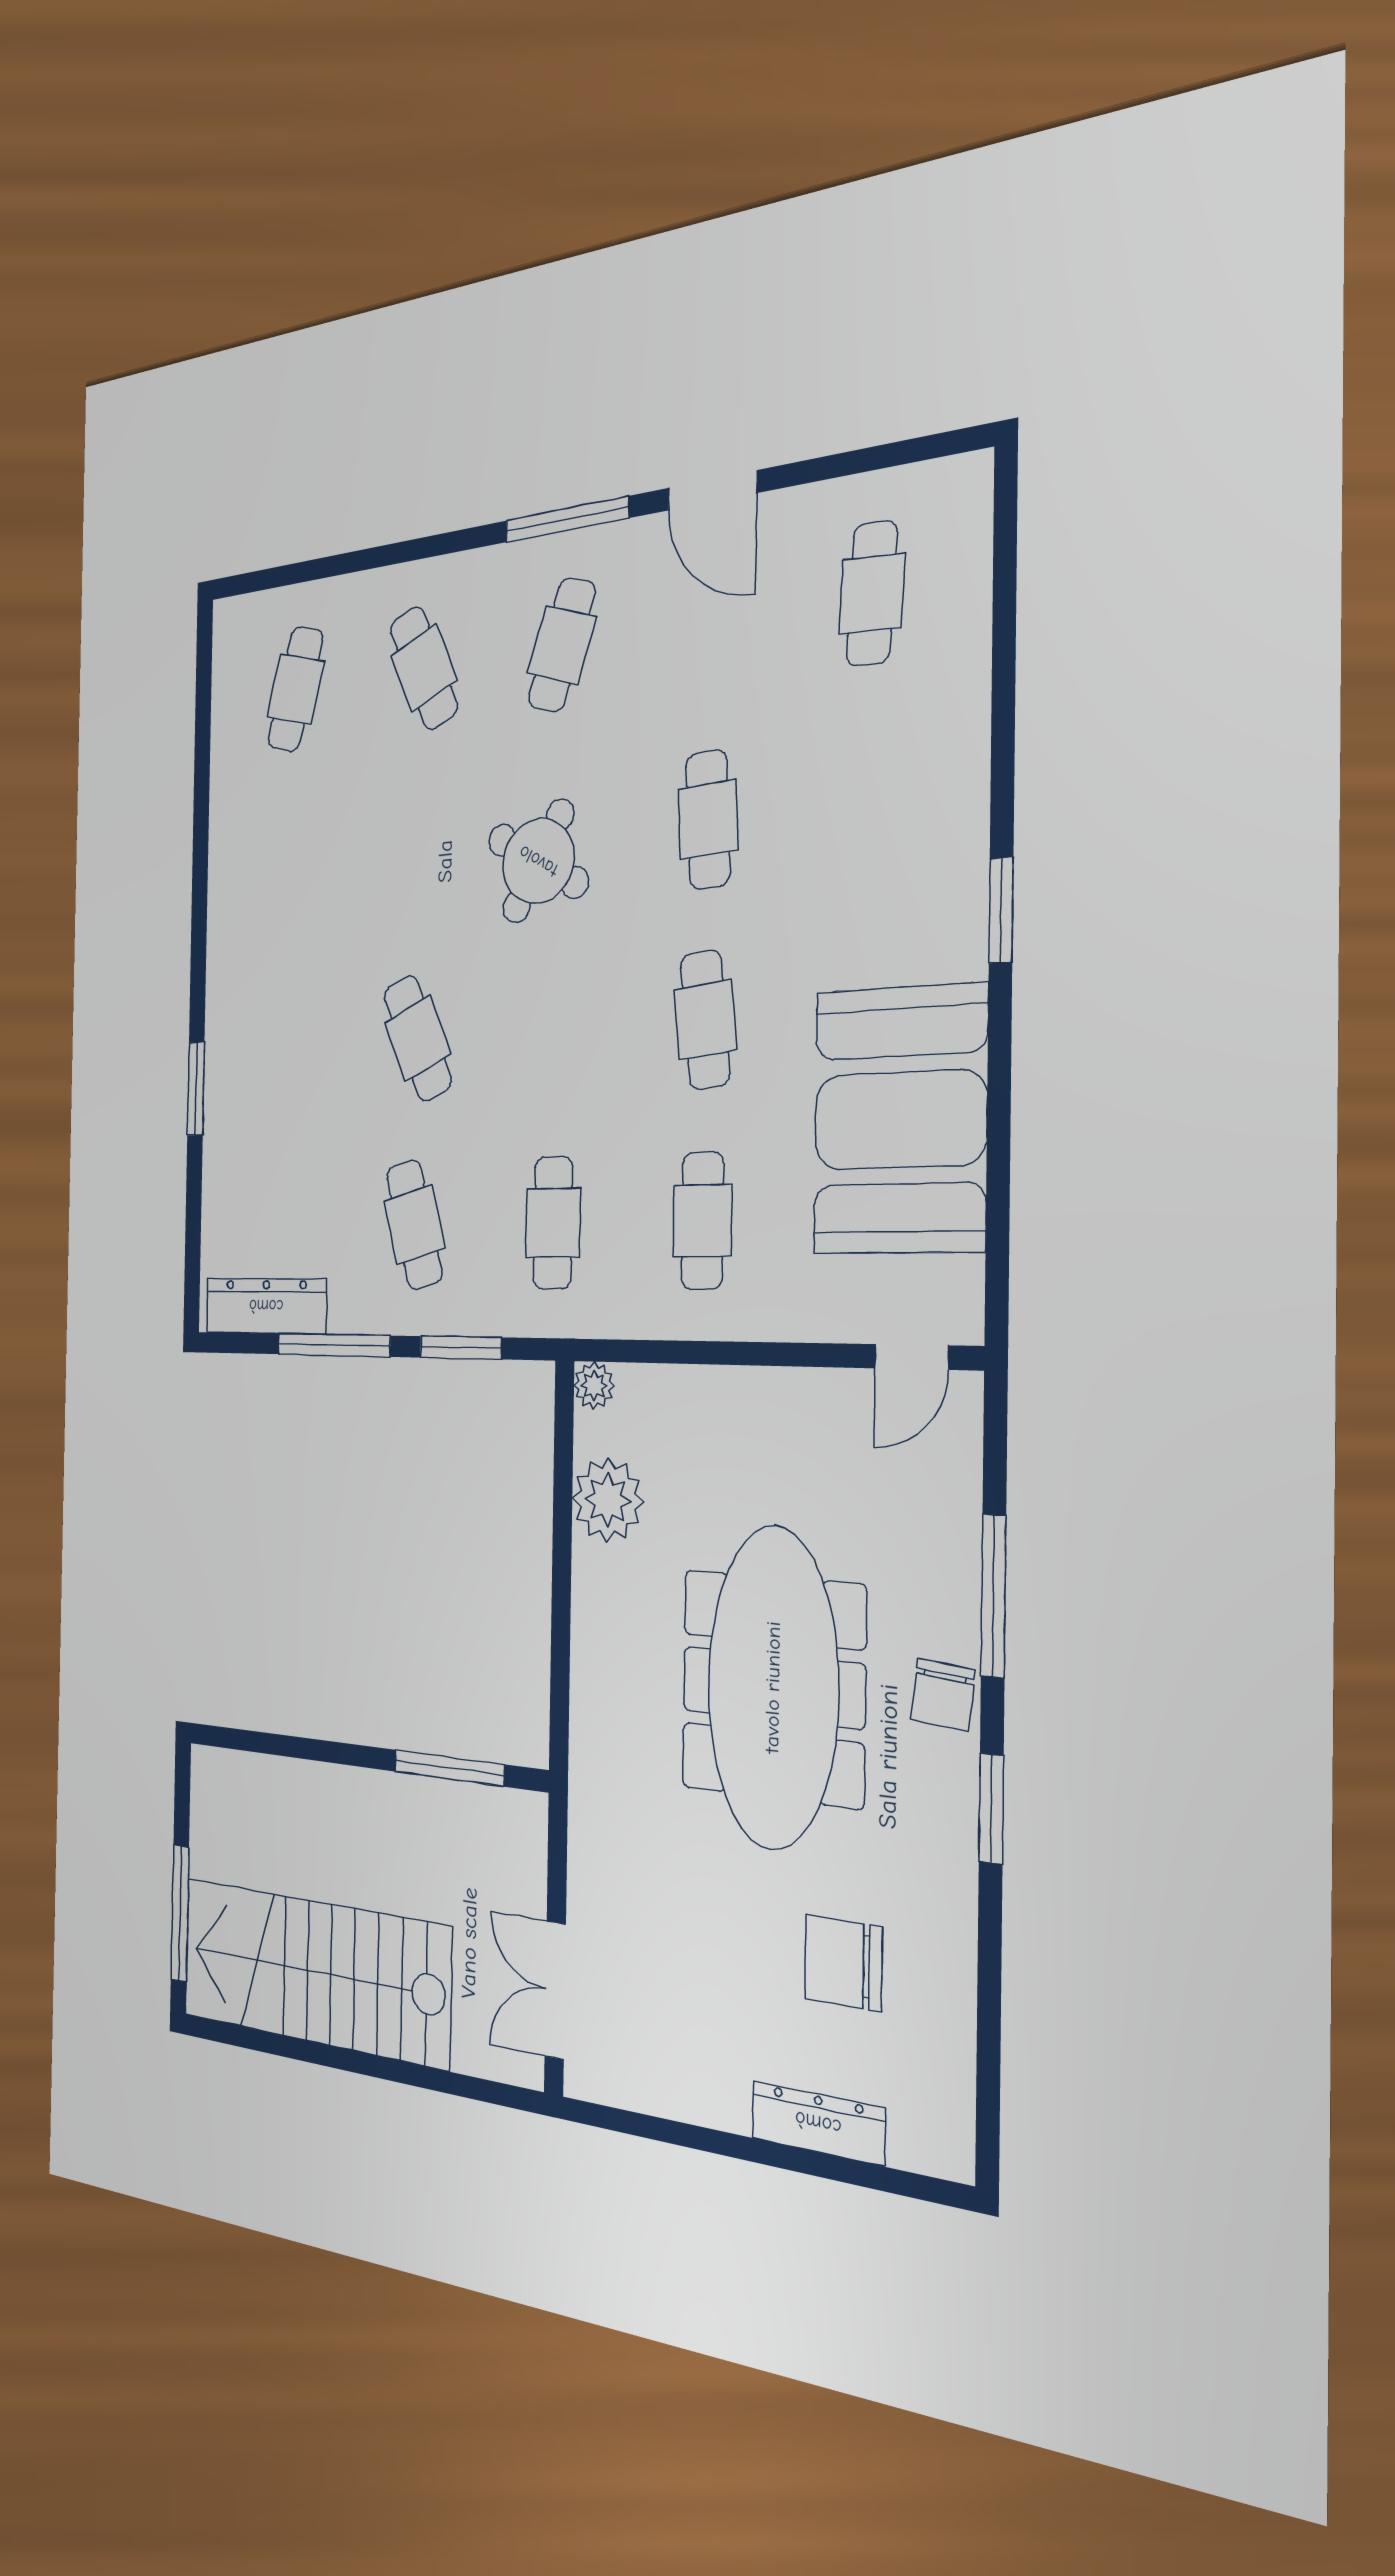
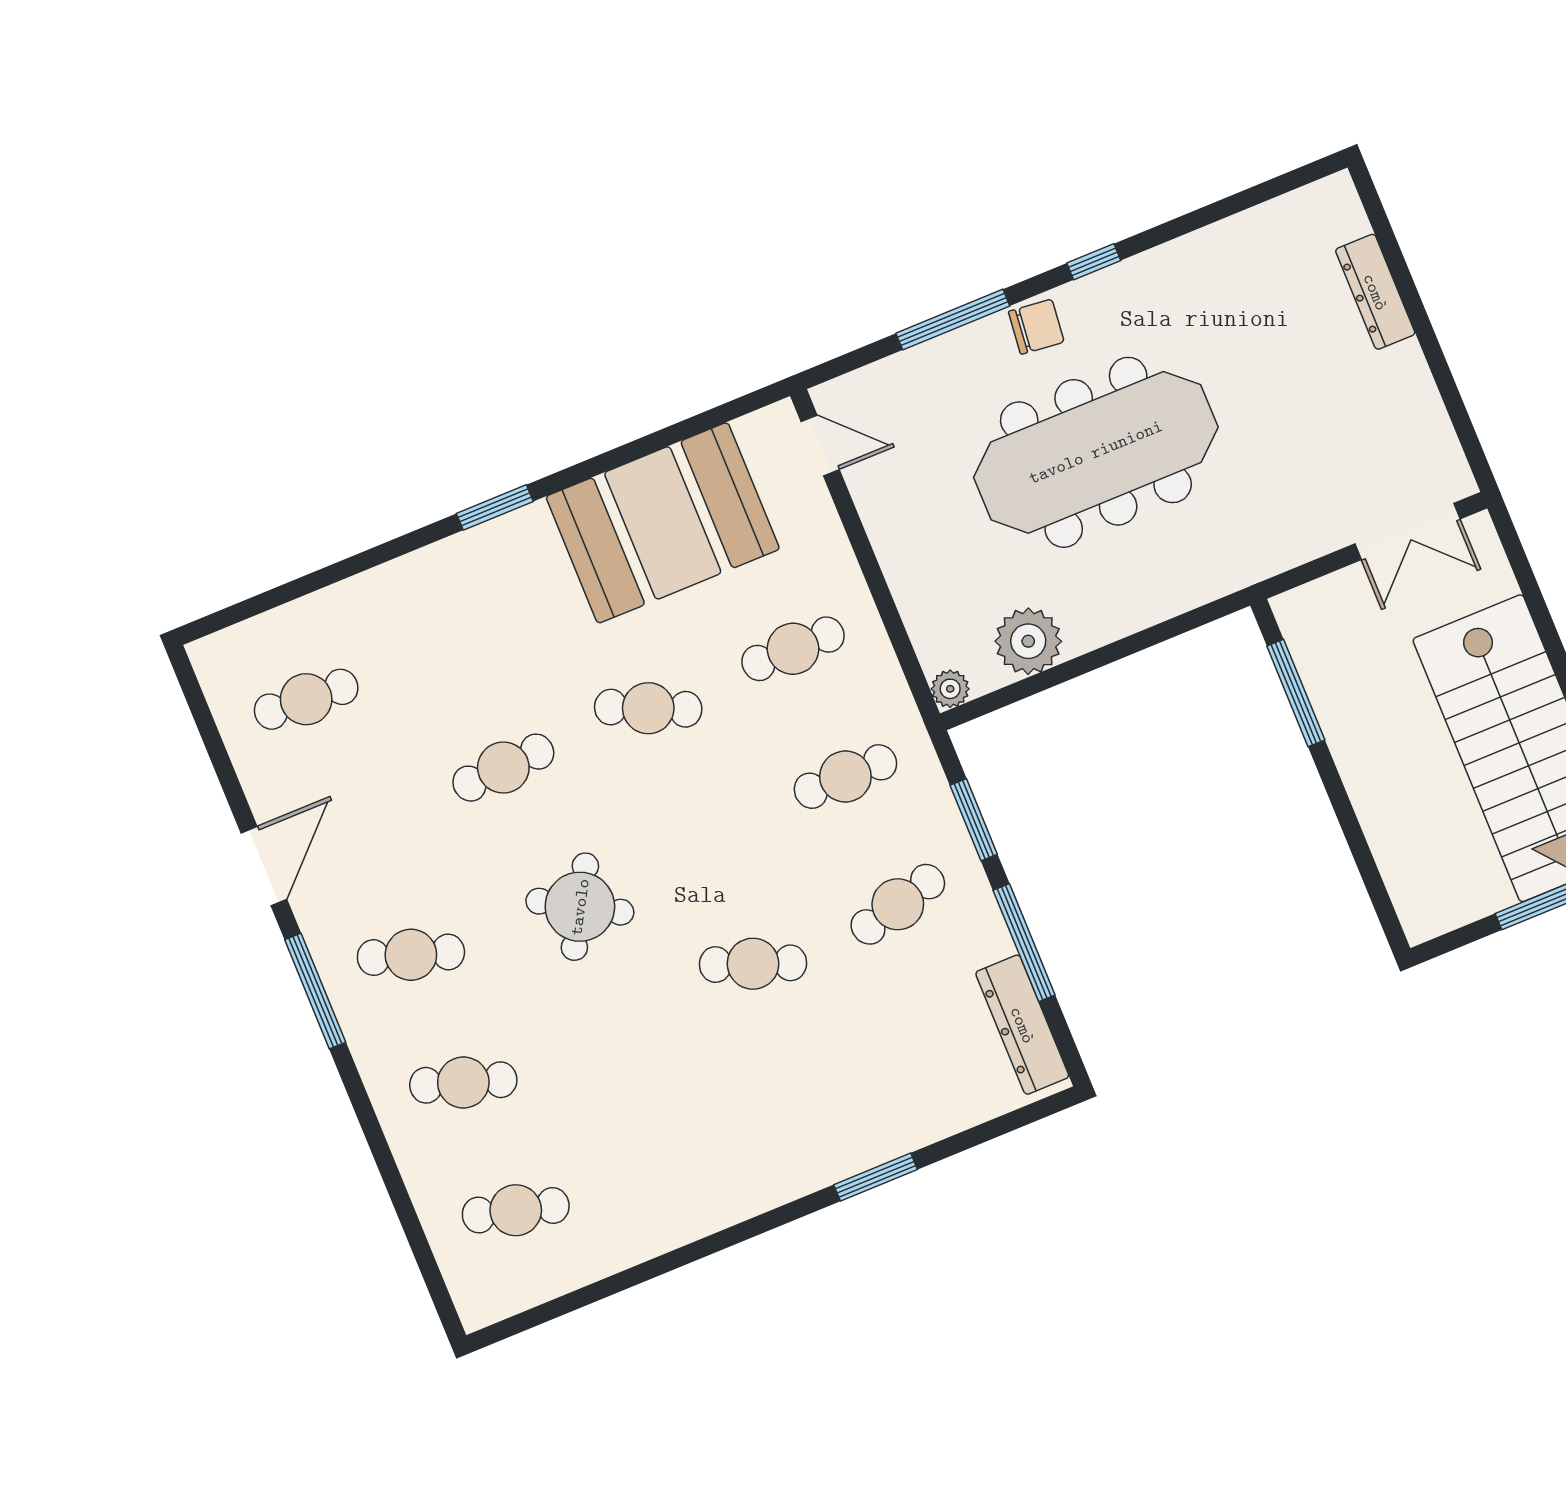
cafe table: (424, 668) -> (463, 1082), turned 42
cafe table: (705, 1020) -> (648, 708), turned 30
cafe table: (418, 1038) -> (753, 964), turned 45
window: (991, 1809) -> (1094, 262), width x0.67
chair: (843, 1963) -> (1256, 320), removed

